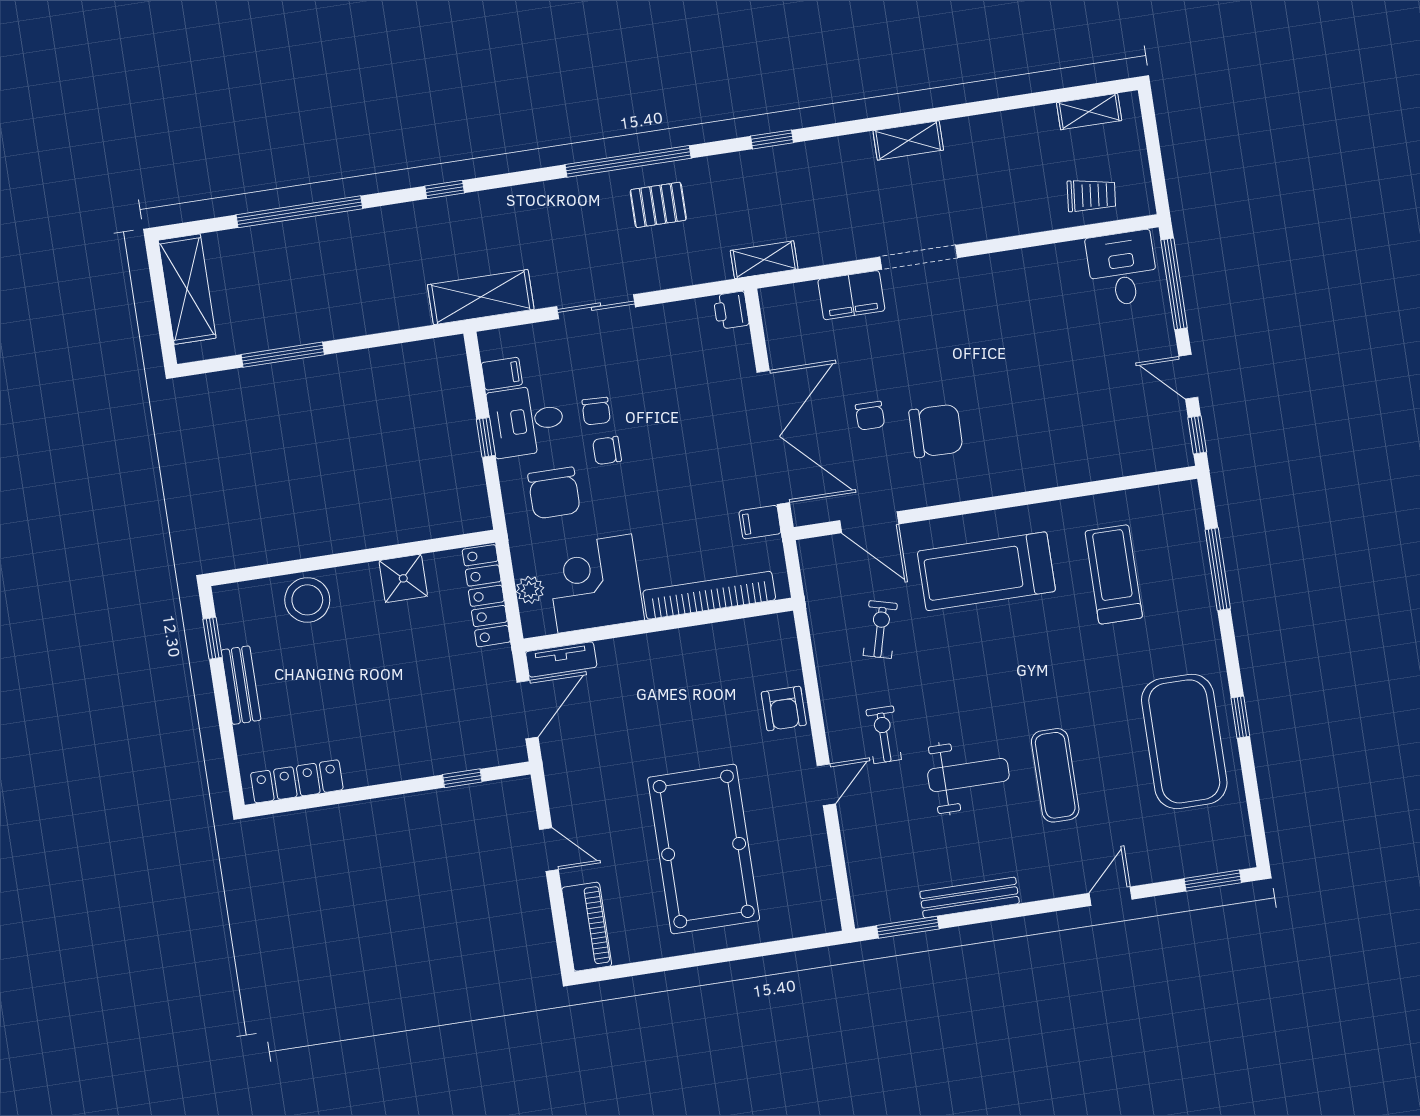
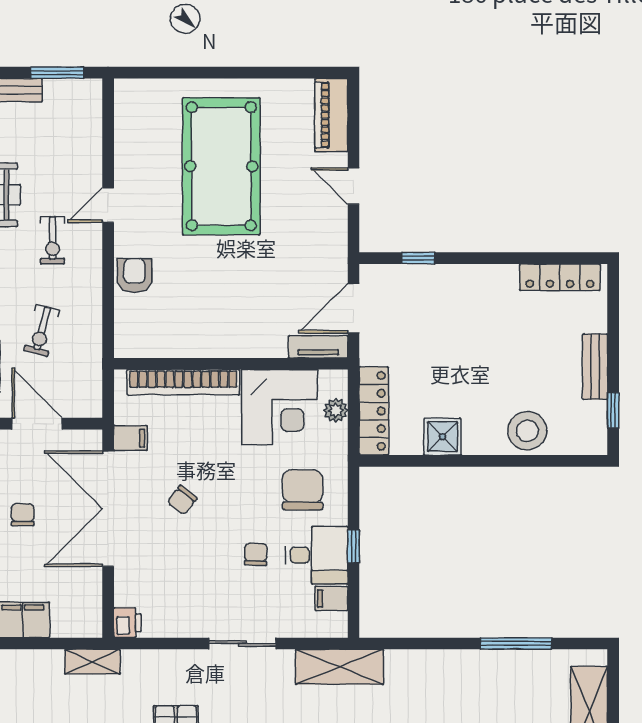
chair: (607, 451) -> (182, 500), moved, turned 128

